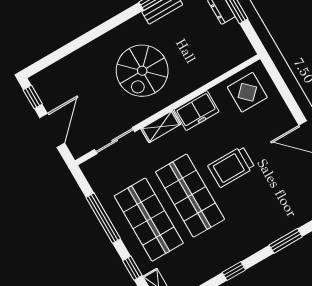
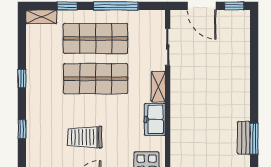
spiral stairs: (142, 71) -> (207, 97), removed
trolley: (231, 167) -> (85, 137), moved, turned -90
window: (286, 241) -> (22, 129), width x0.67

